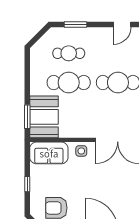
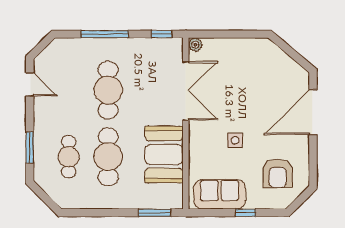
booth: (44, 117) -> (164, 154), moved, turned 90
side table: (81, 151) -> (235, 140), moved
sofa: (49, 153) -> (220, 194), moved, turned -90

